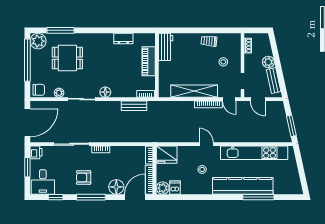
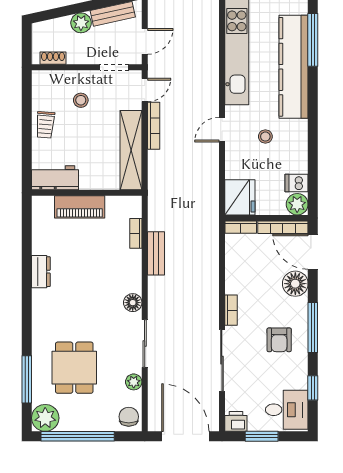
workbench: (166, 47) -> (55, 178), moved
piano: (149, 61) -> (80, 207), moved
wall: (157, 65) -> (87, 193), moved

